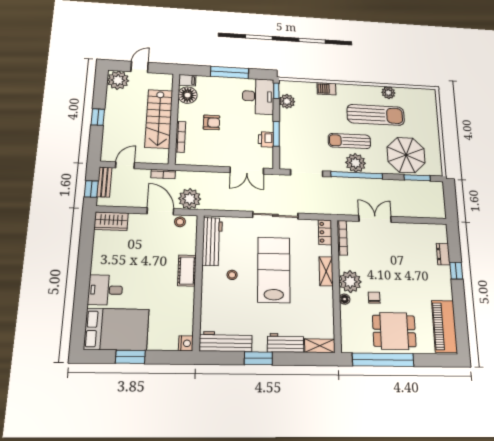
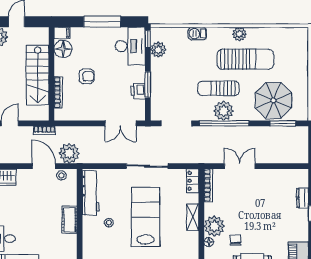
plant: (388, 93) -> (240, 34), moved

